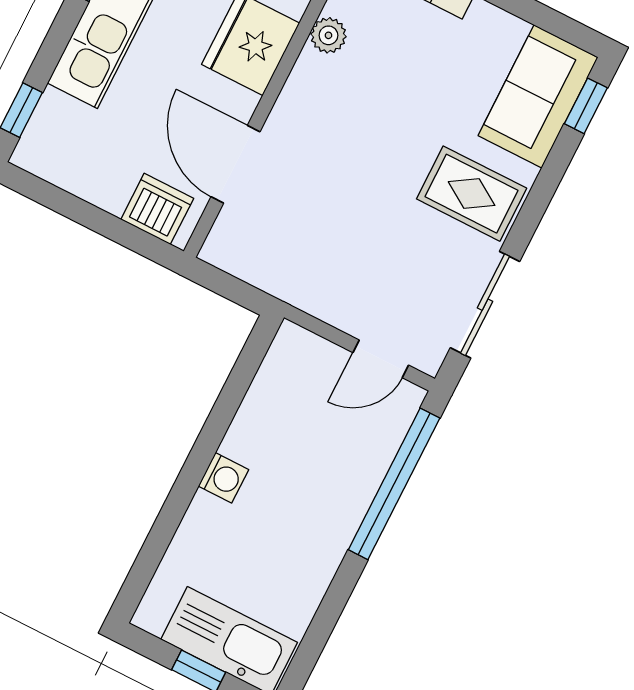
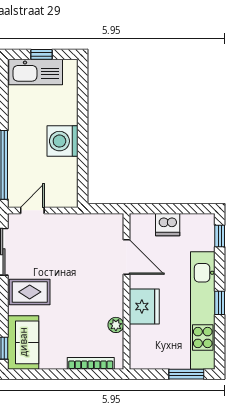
dishwasher: (157, 209) -> (168, 225), moved
washing machine: (223, 478) -> (63, 141), width x1.89, depth x1.89

